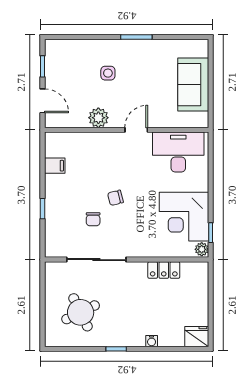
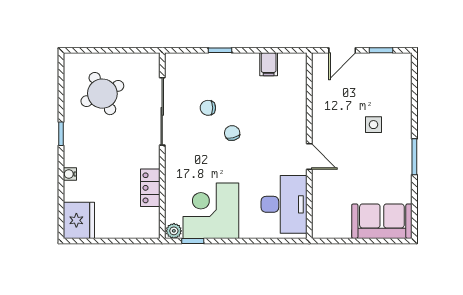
sofa: (193, 85) -> (382, 221), moved
plant: (98, 118) -> (323, 114), removed
fridge: (197, 337) -> (79, 220), width x1.36, depth x1.34

